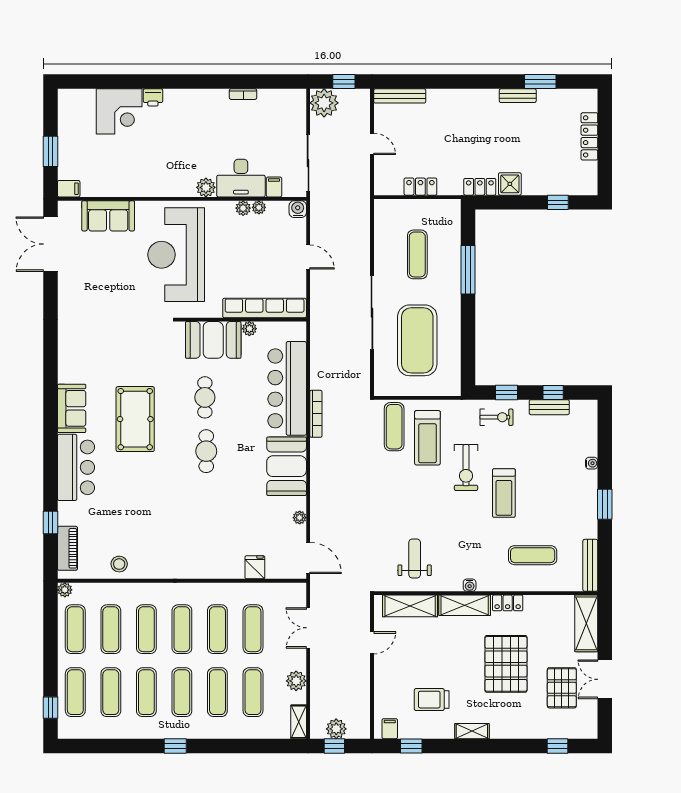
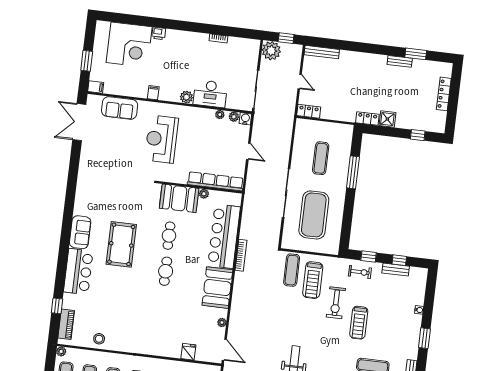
corner desk: (119, 111) -> (129, 45), width x1.36, depth x1.36
filing cabinet: (274, 187) -> (153, 93), moved
locker: (420, 187) -> (309, 111), moved
plant: (243, 208) -> (234, 117), moved
reception desk: (176, 255) -> (161, 139), width x0.74, depth x0.77

